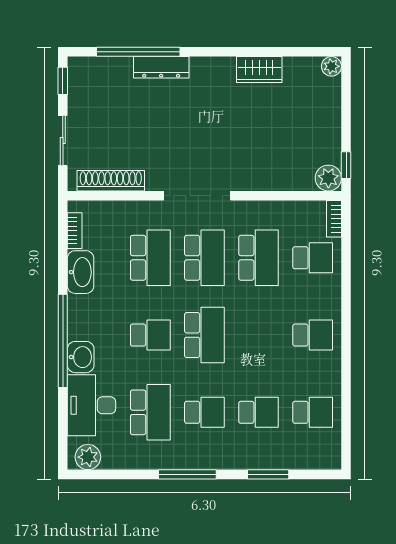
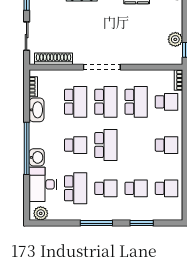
plant: (328, 178) -> (175, 39), moved

